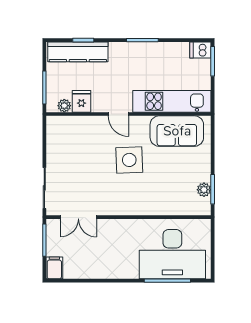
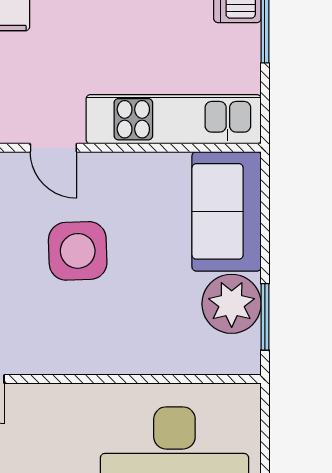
sofa: (177, 131) -> (227, 211), moved, turned 90
plant: (204, 190) -> (232, 304), width x1.88, depth x1.88

